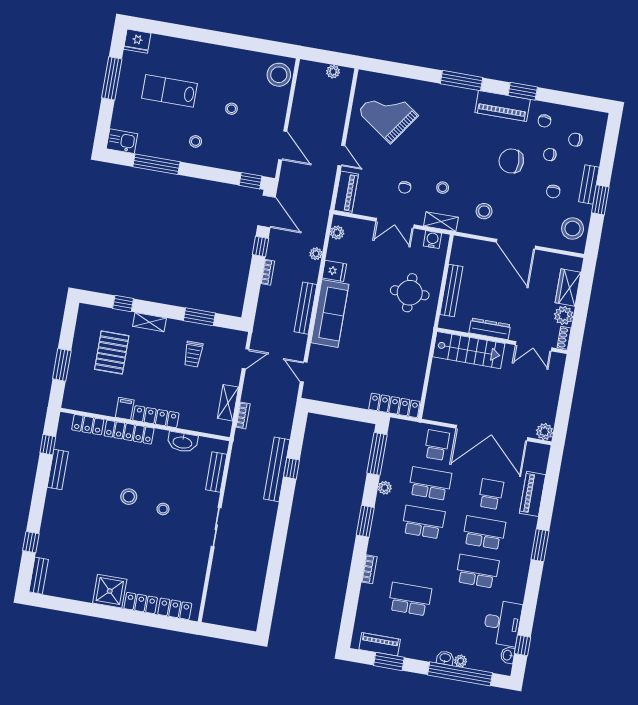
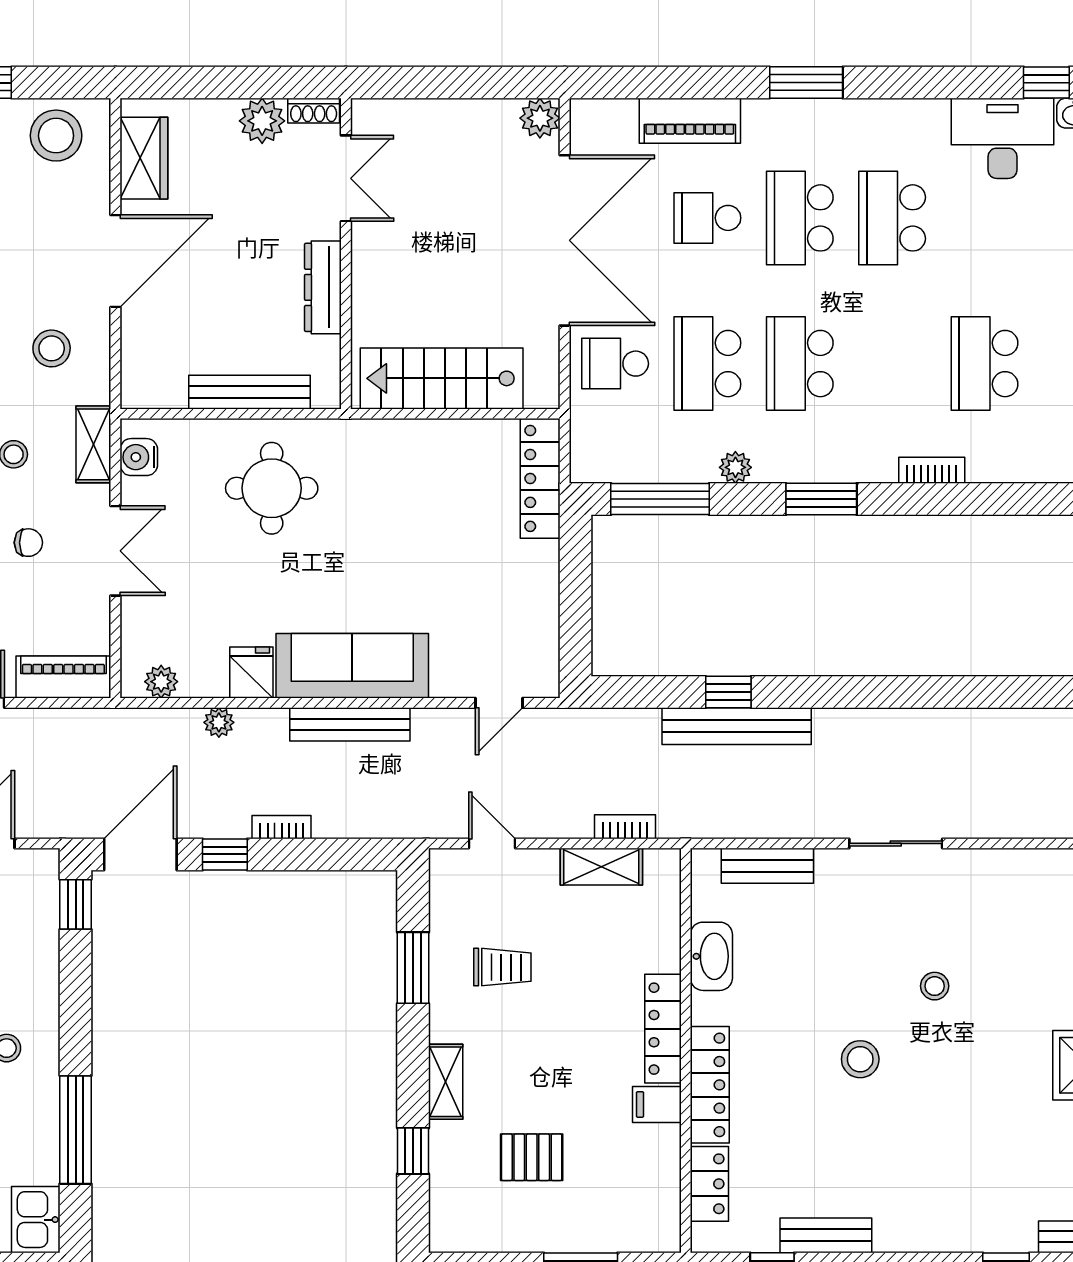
wardrobe: (568, 288) -> (144, 158), moved, turned -90
stairs: (469, 350) -> (442, 378), moved, turned -90
pallet: (112, 352) -> (532, 1157), width x0.67, depth x0.71
stool: (163, 509) -> (935, 986), moved

